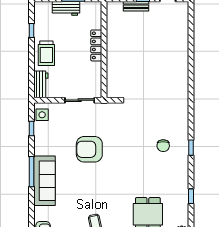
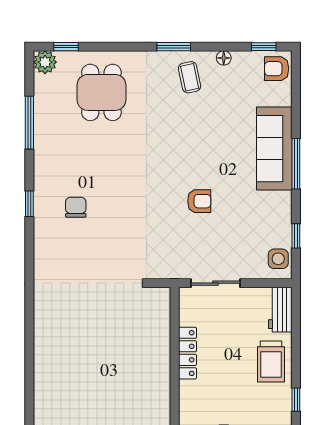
locker: (96, 45) -> (188, 353), moved
trolley: (46, 53) -> (271, 362), turned 180
armchair: (89, 149) -> (199, 201), width x0.53, depth x0.53
window: (191, 196) -> (29, 123), width x2.17

